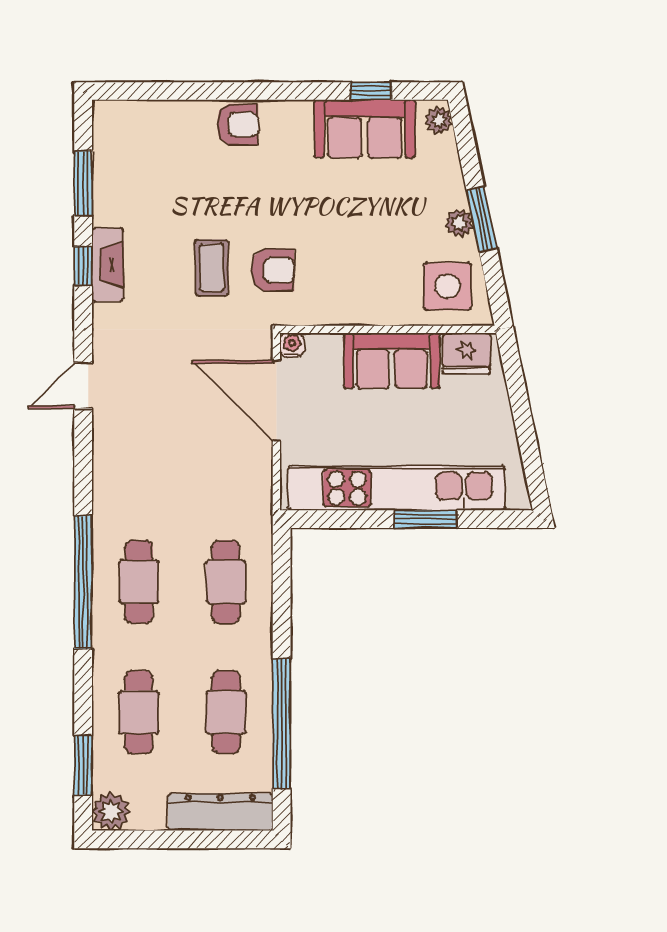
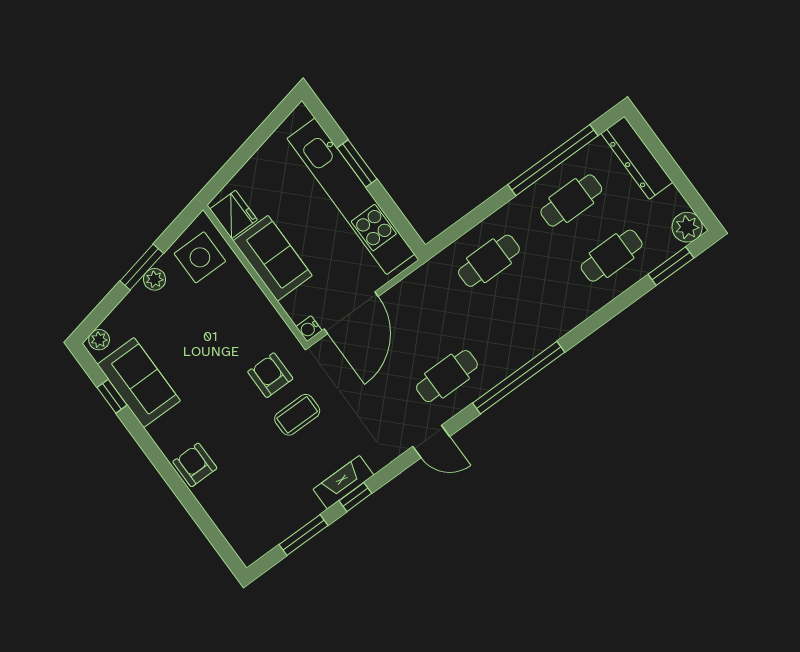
window: (83, 582) -> (519, 378), moved
cafe table: (139, 582) -> (447, 376), moved

